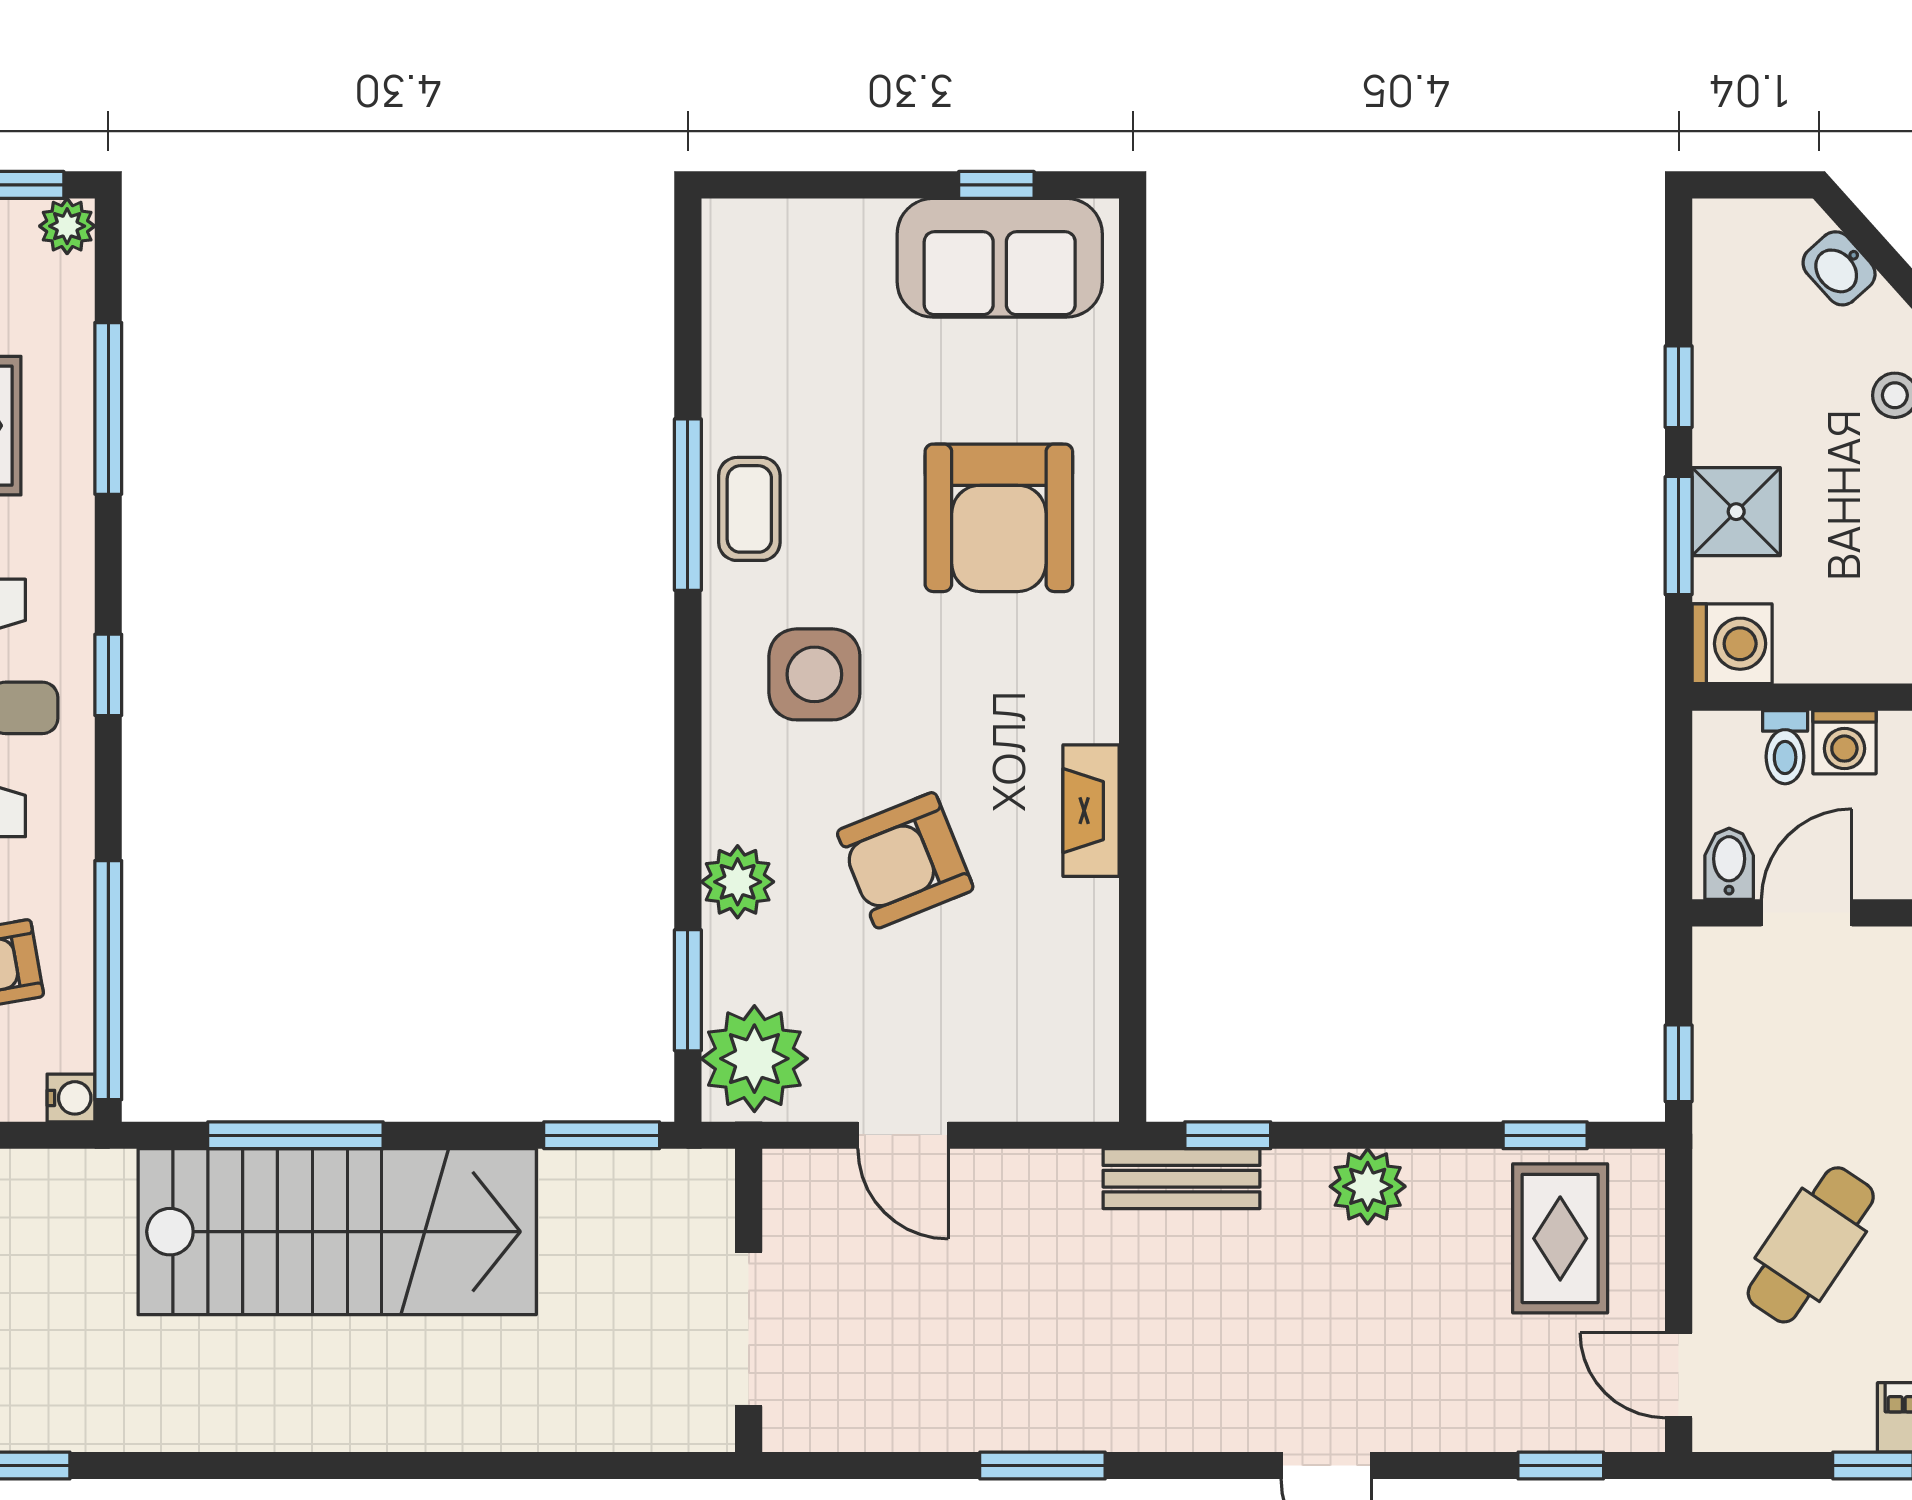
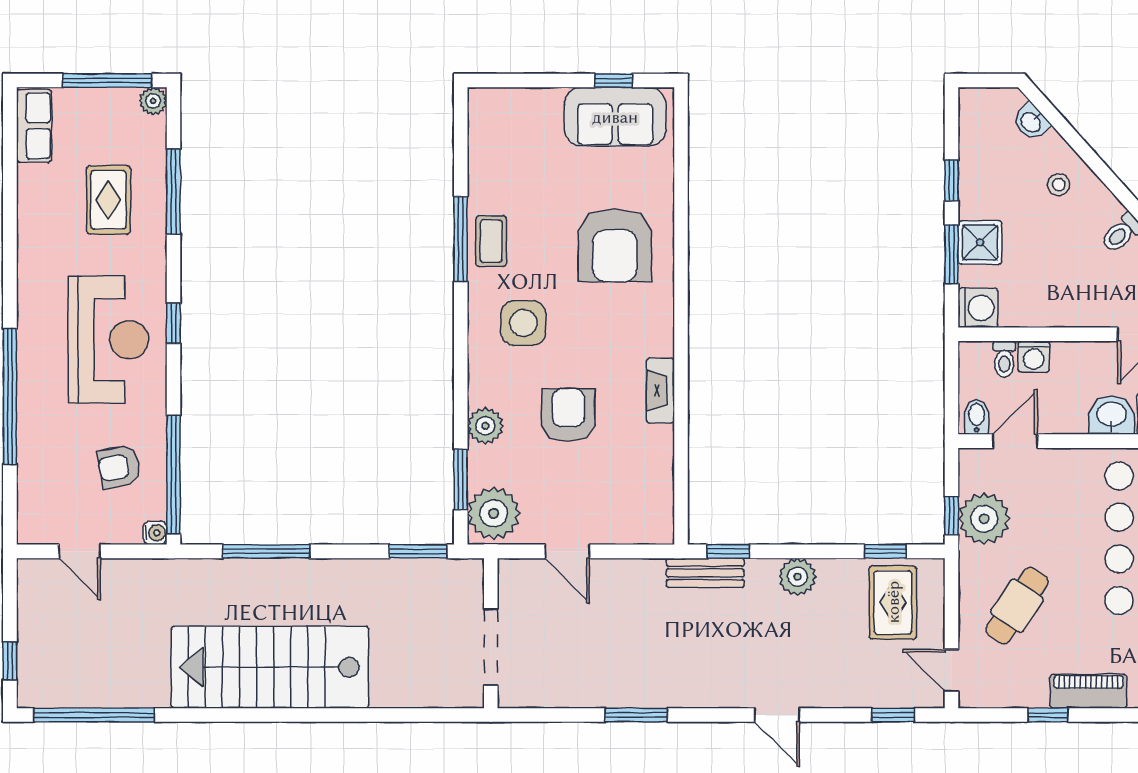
armchair: (905, 860) -> (568, 415), turned 112
plant: (1744, 1069) -> (984, 519), added
stairs: (337, 1232) -> (270, 667), moved, turned 180

